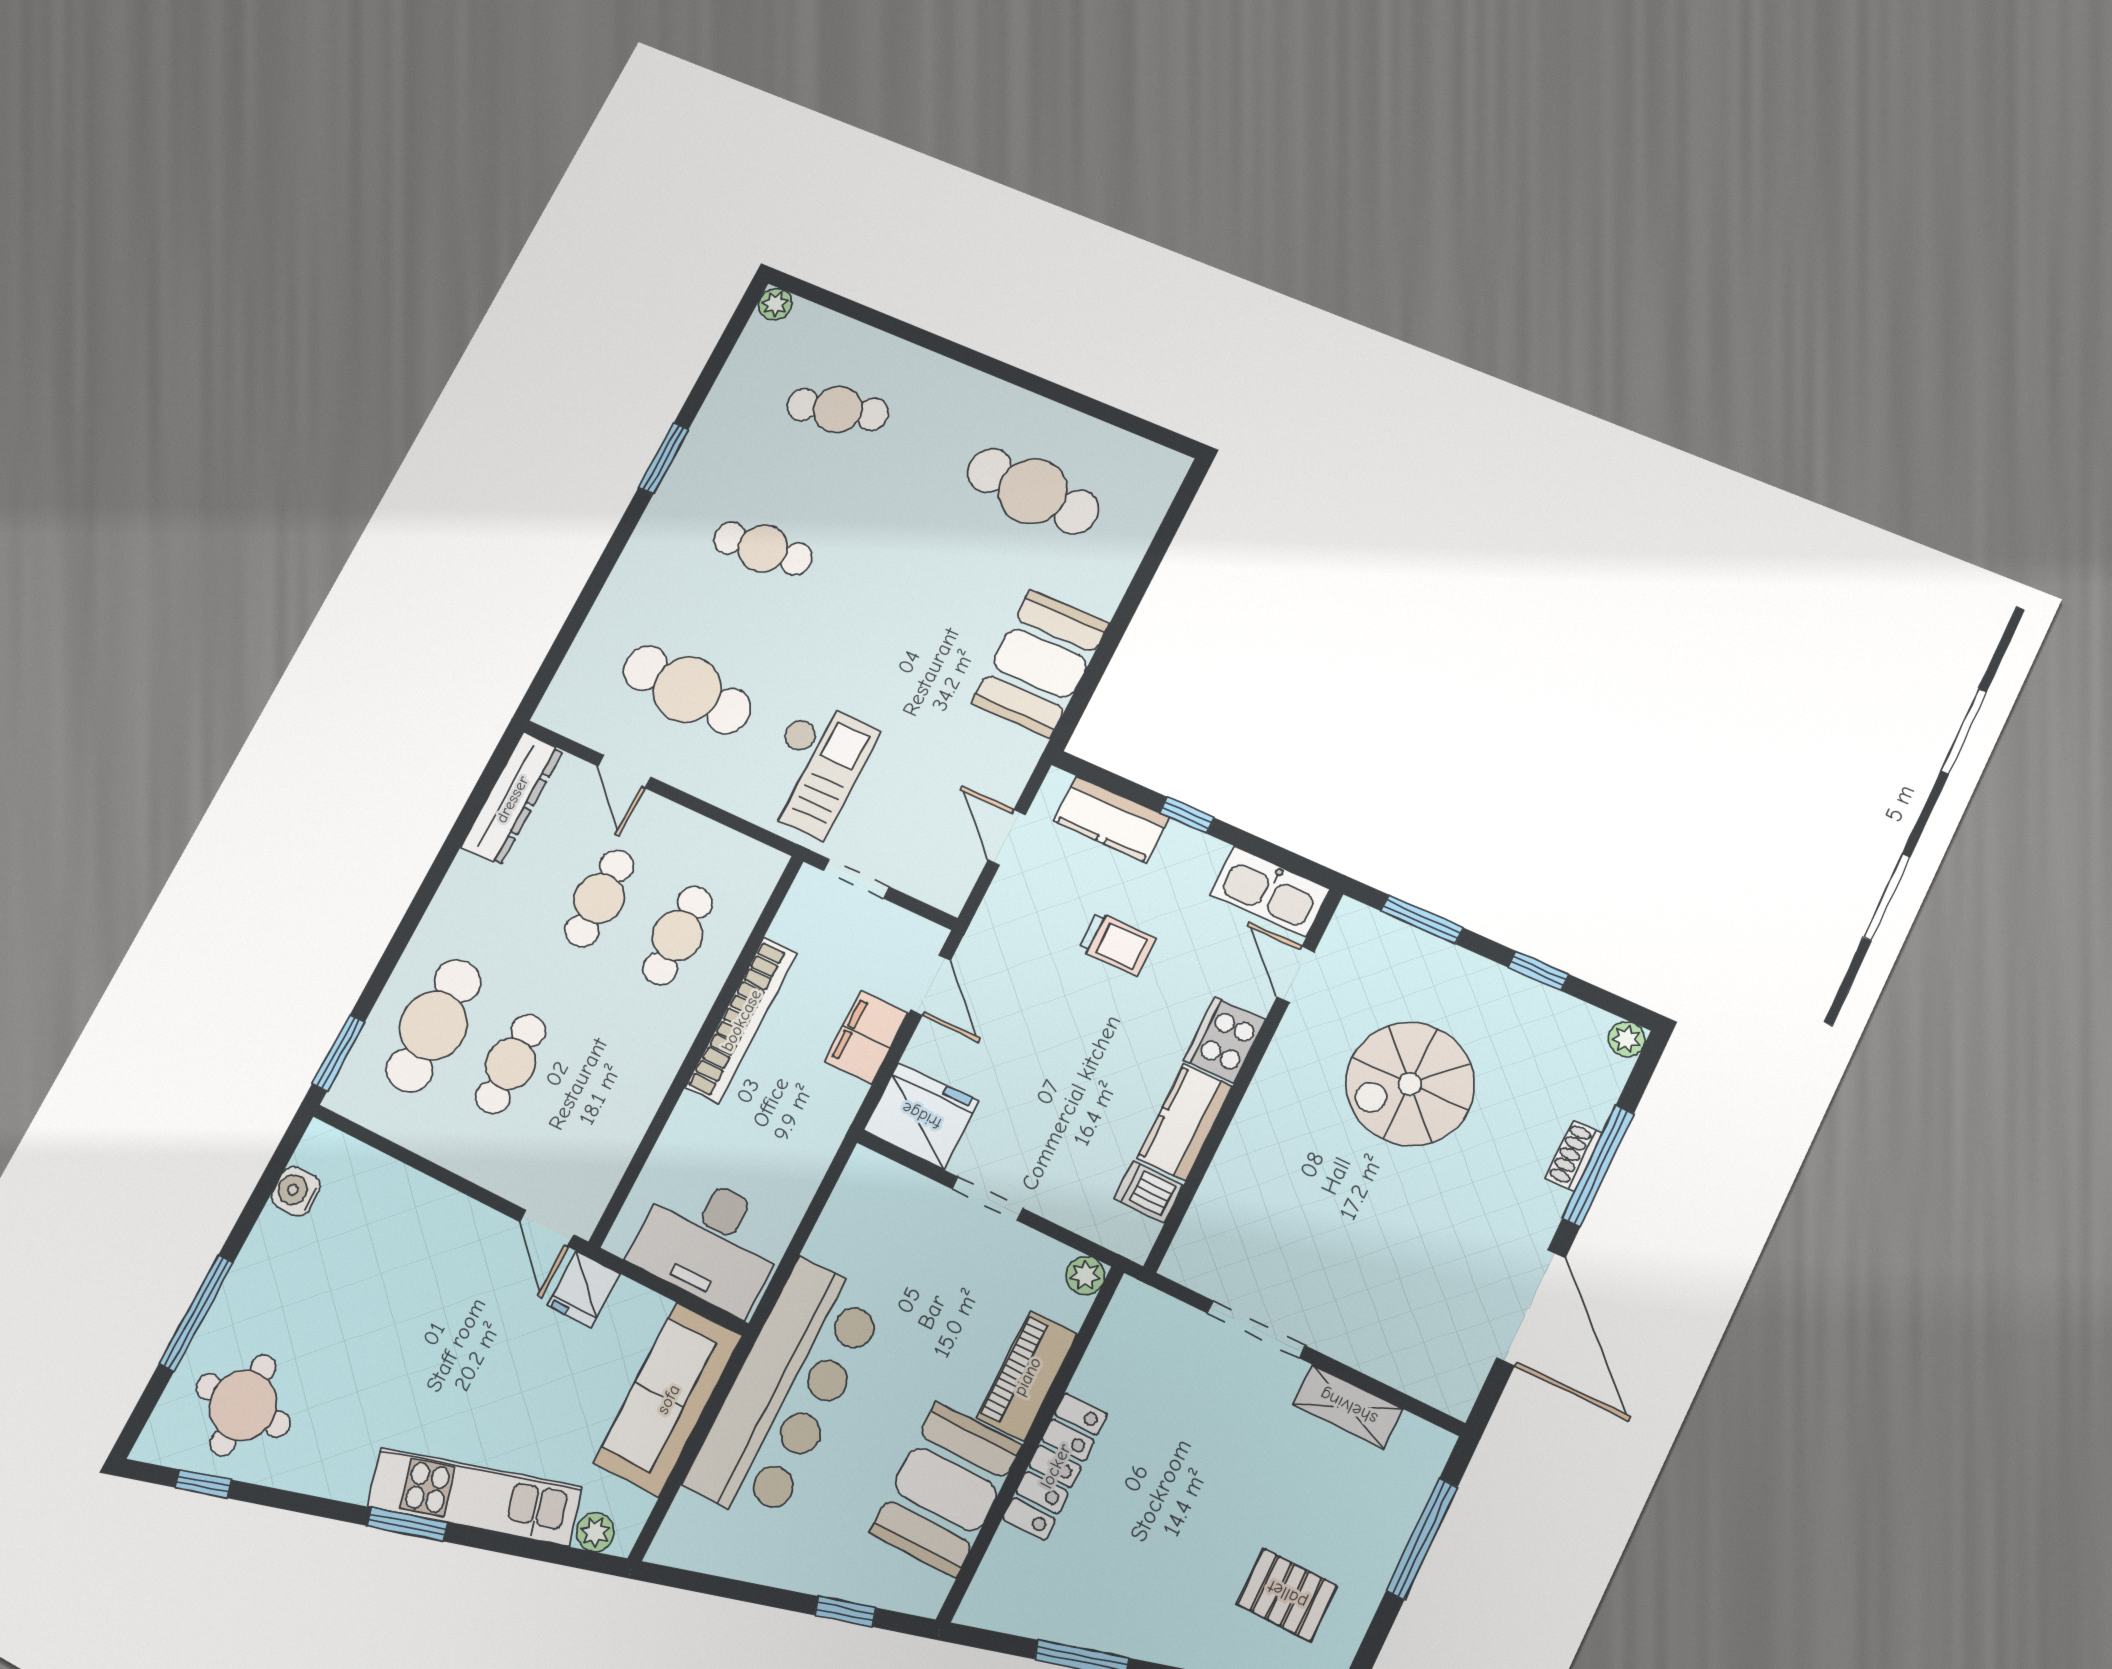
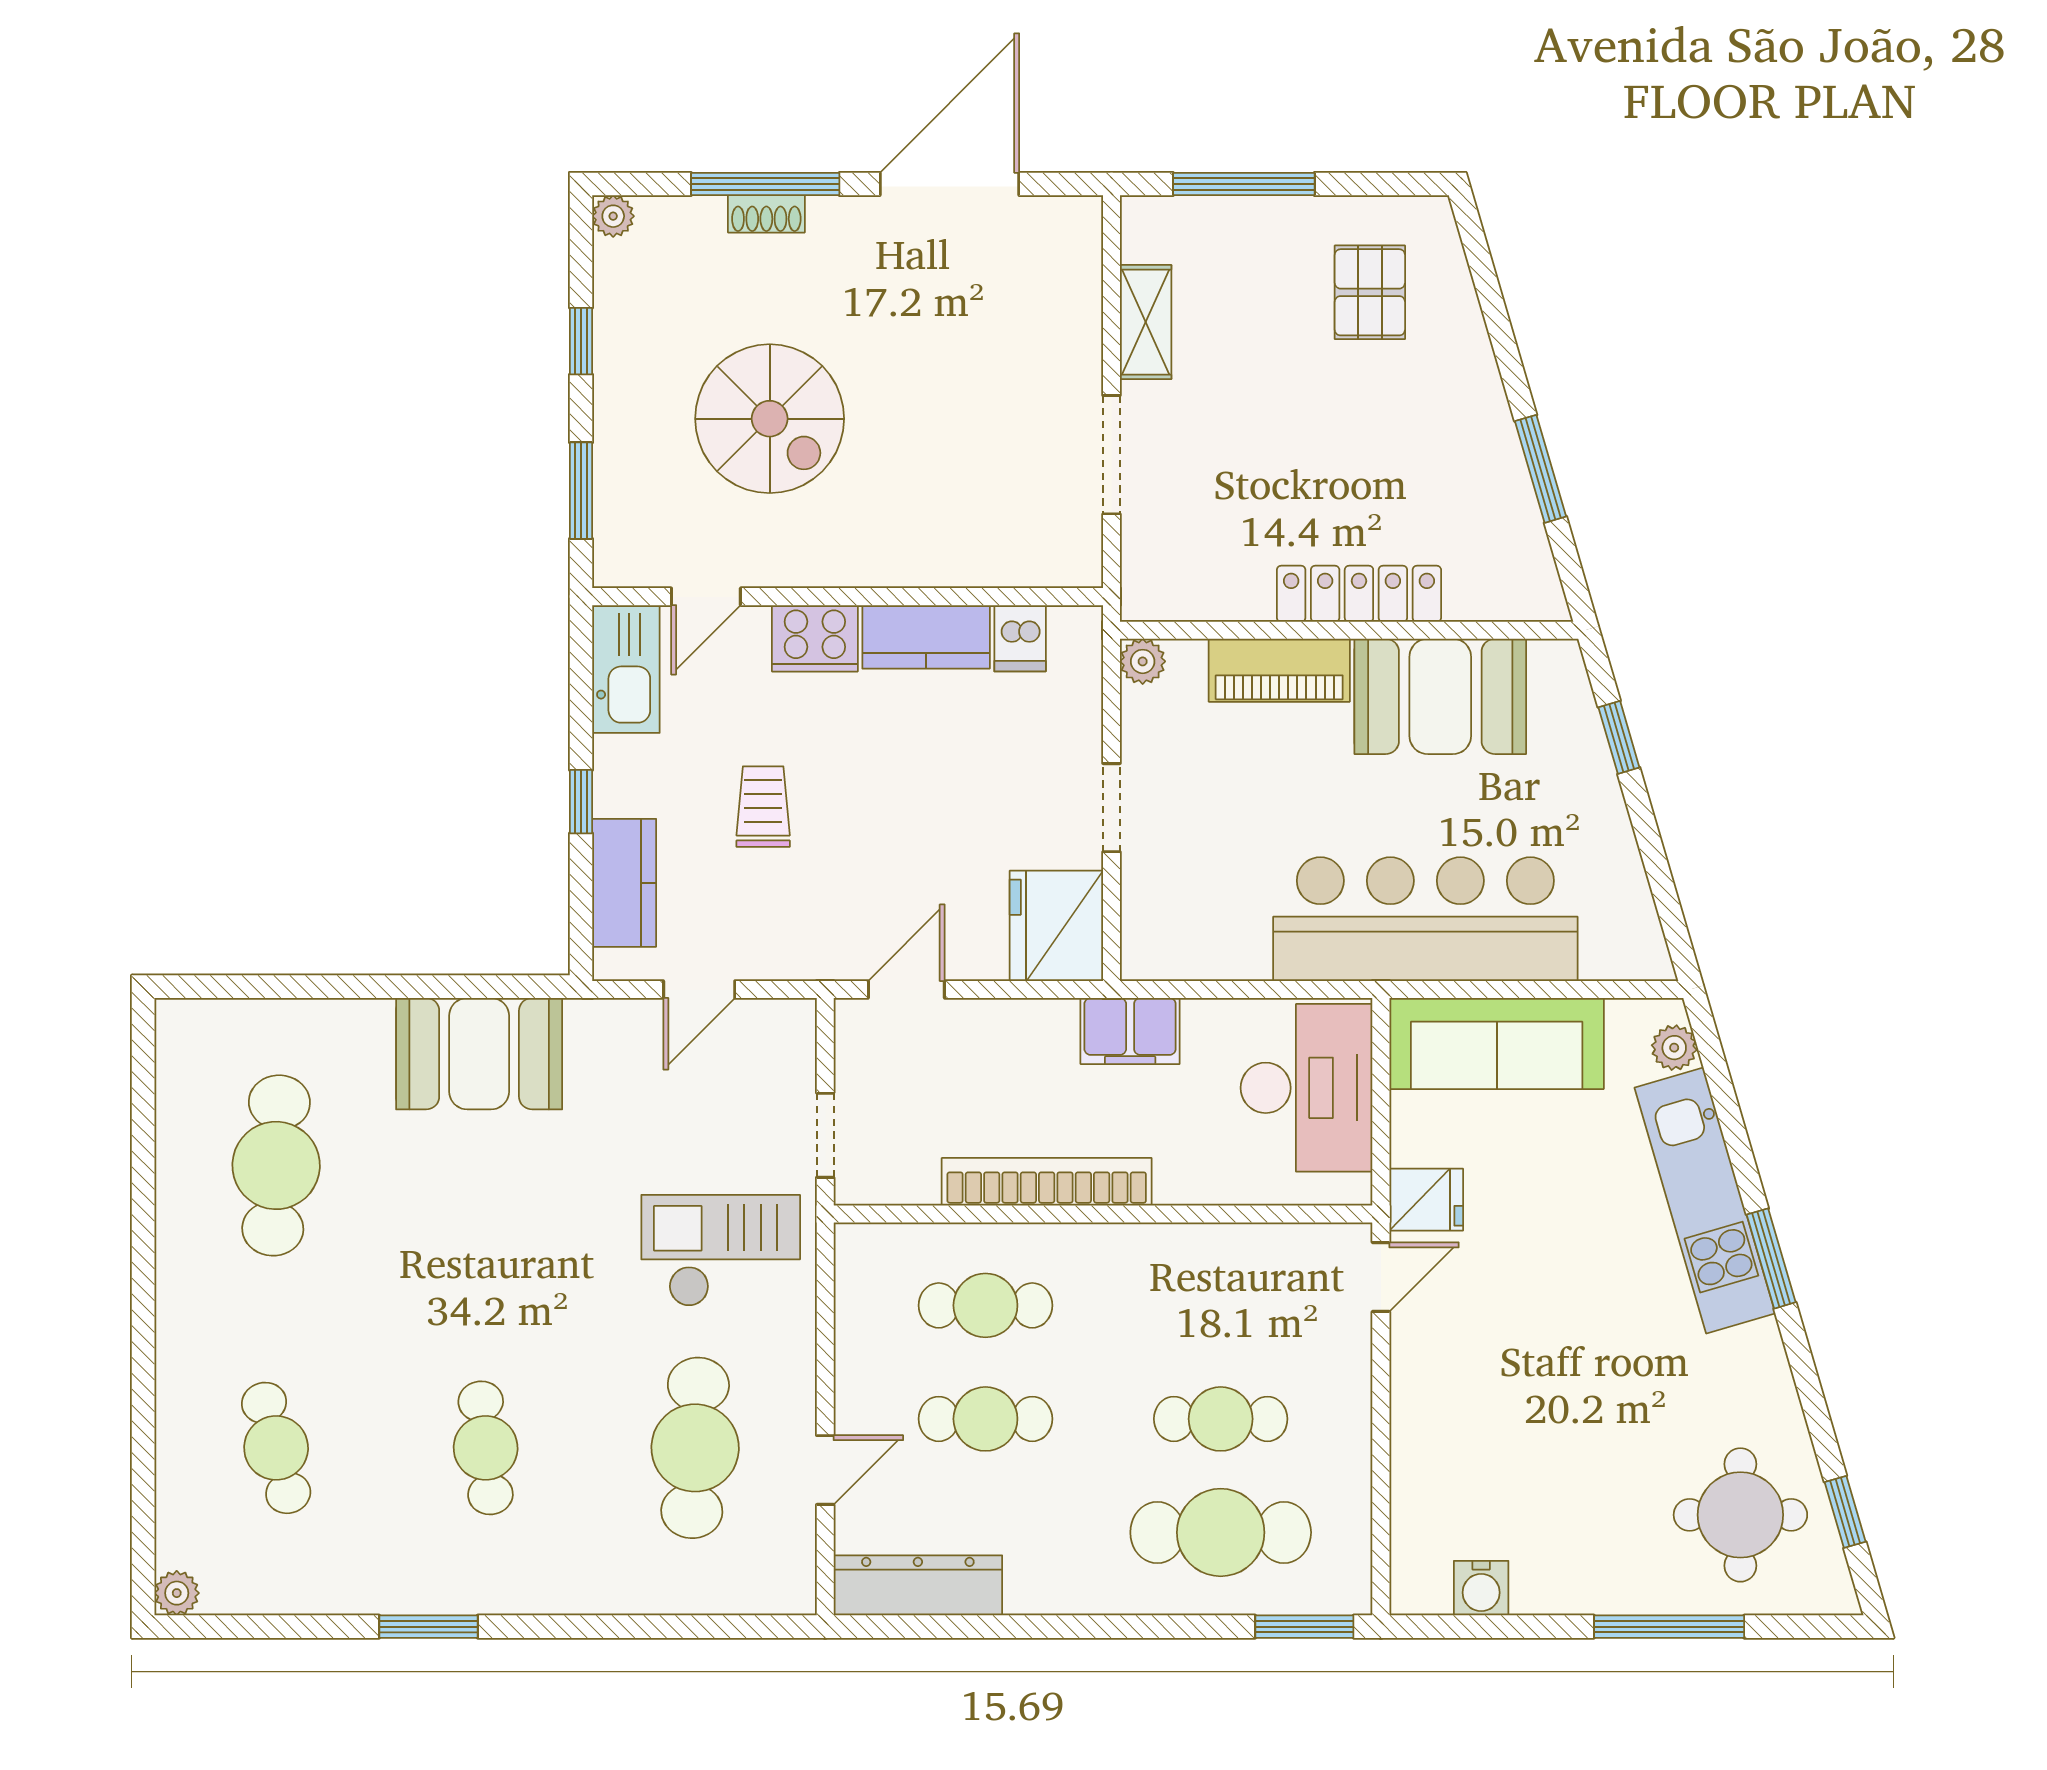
filing cabinet: (866, 1037) -> (1130, 1031), moved

